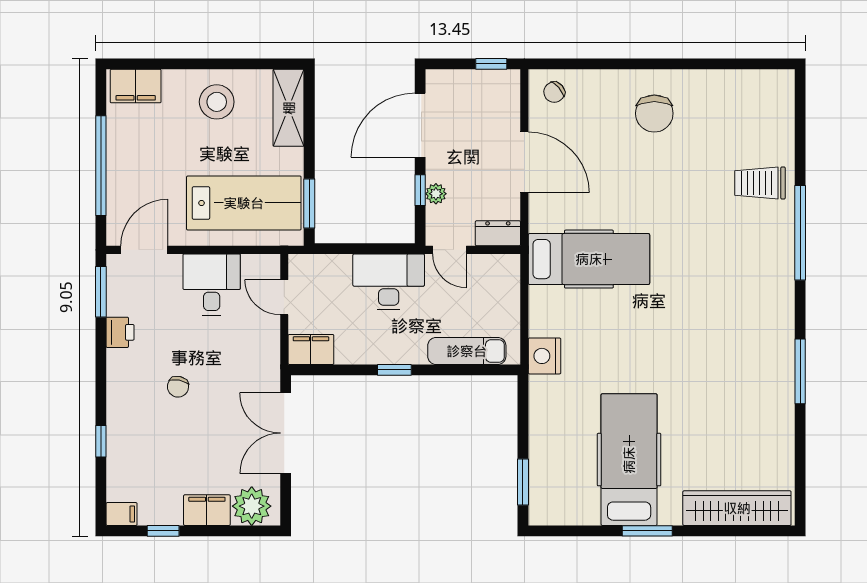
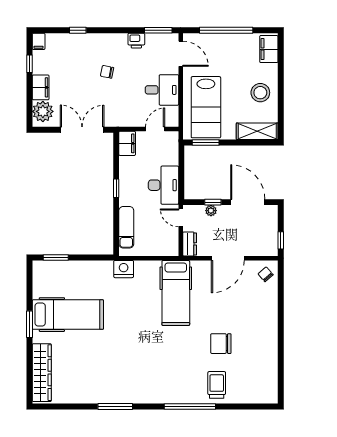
chair: (654, 113) -> (221, 344), moved
door: (449, 250) -> (181, 218), hinge flipped

